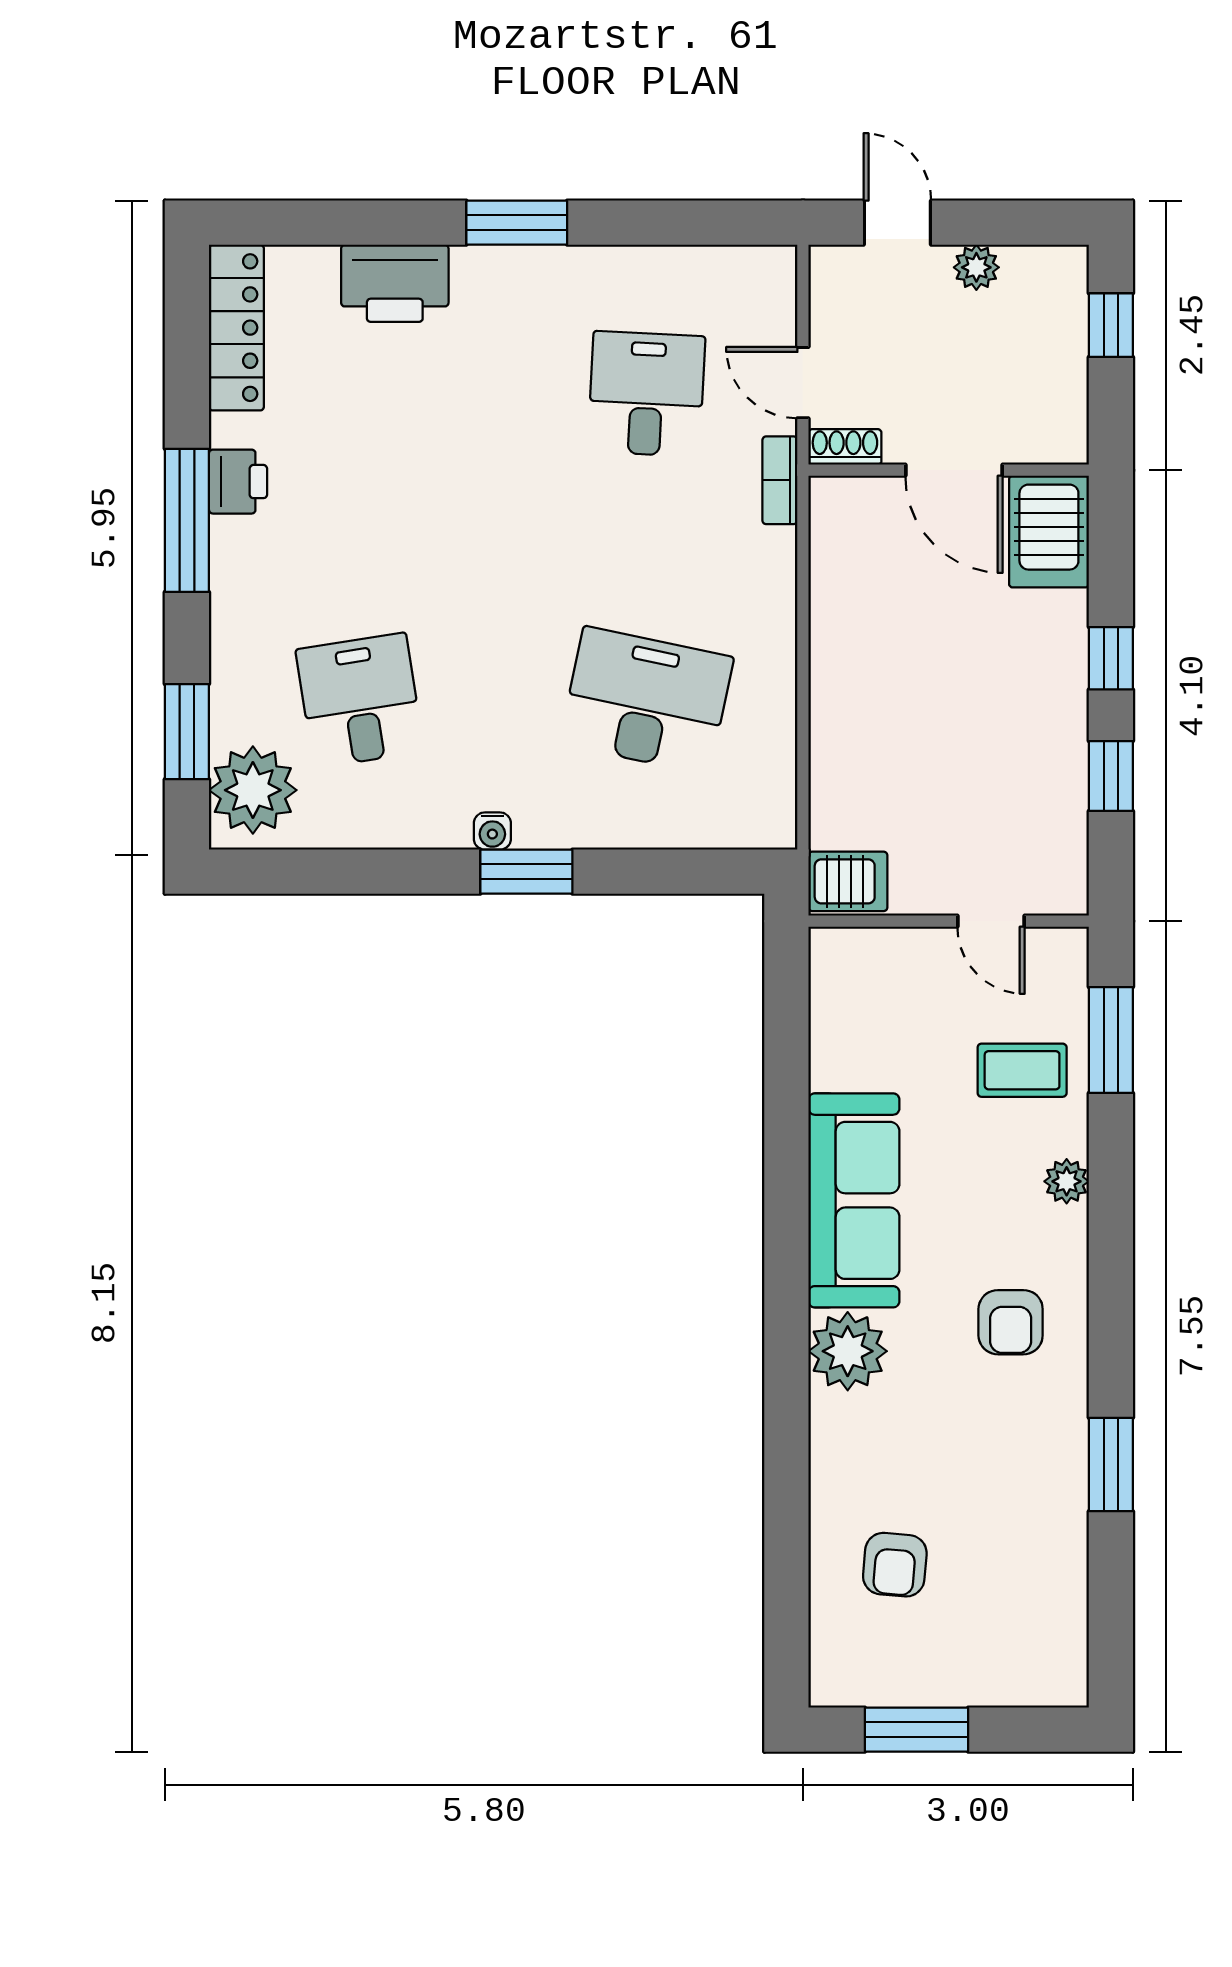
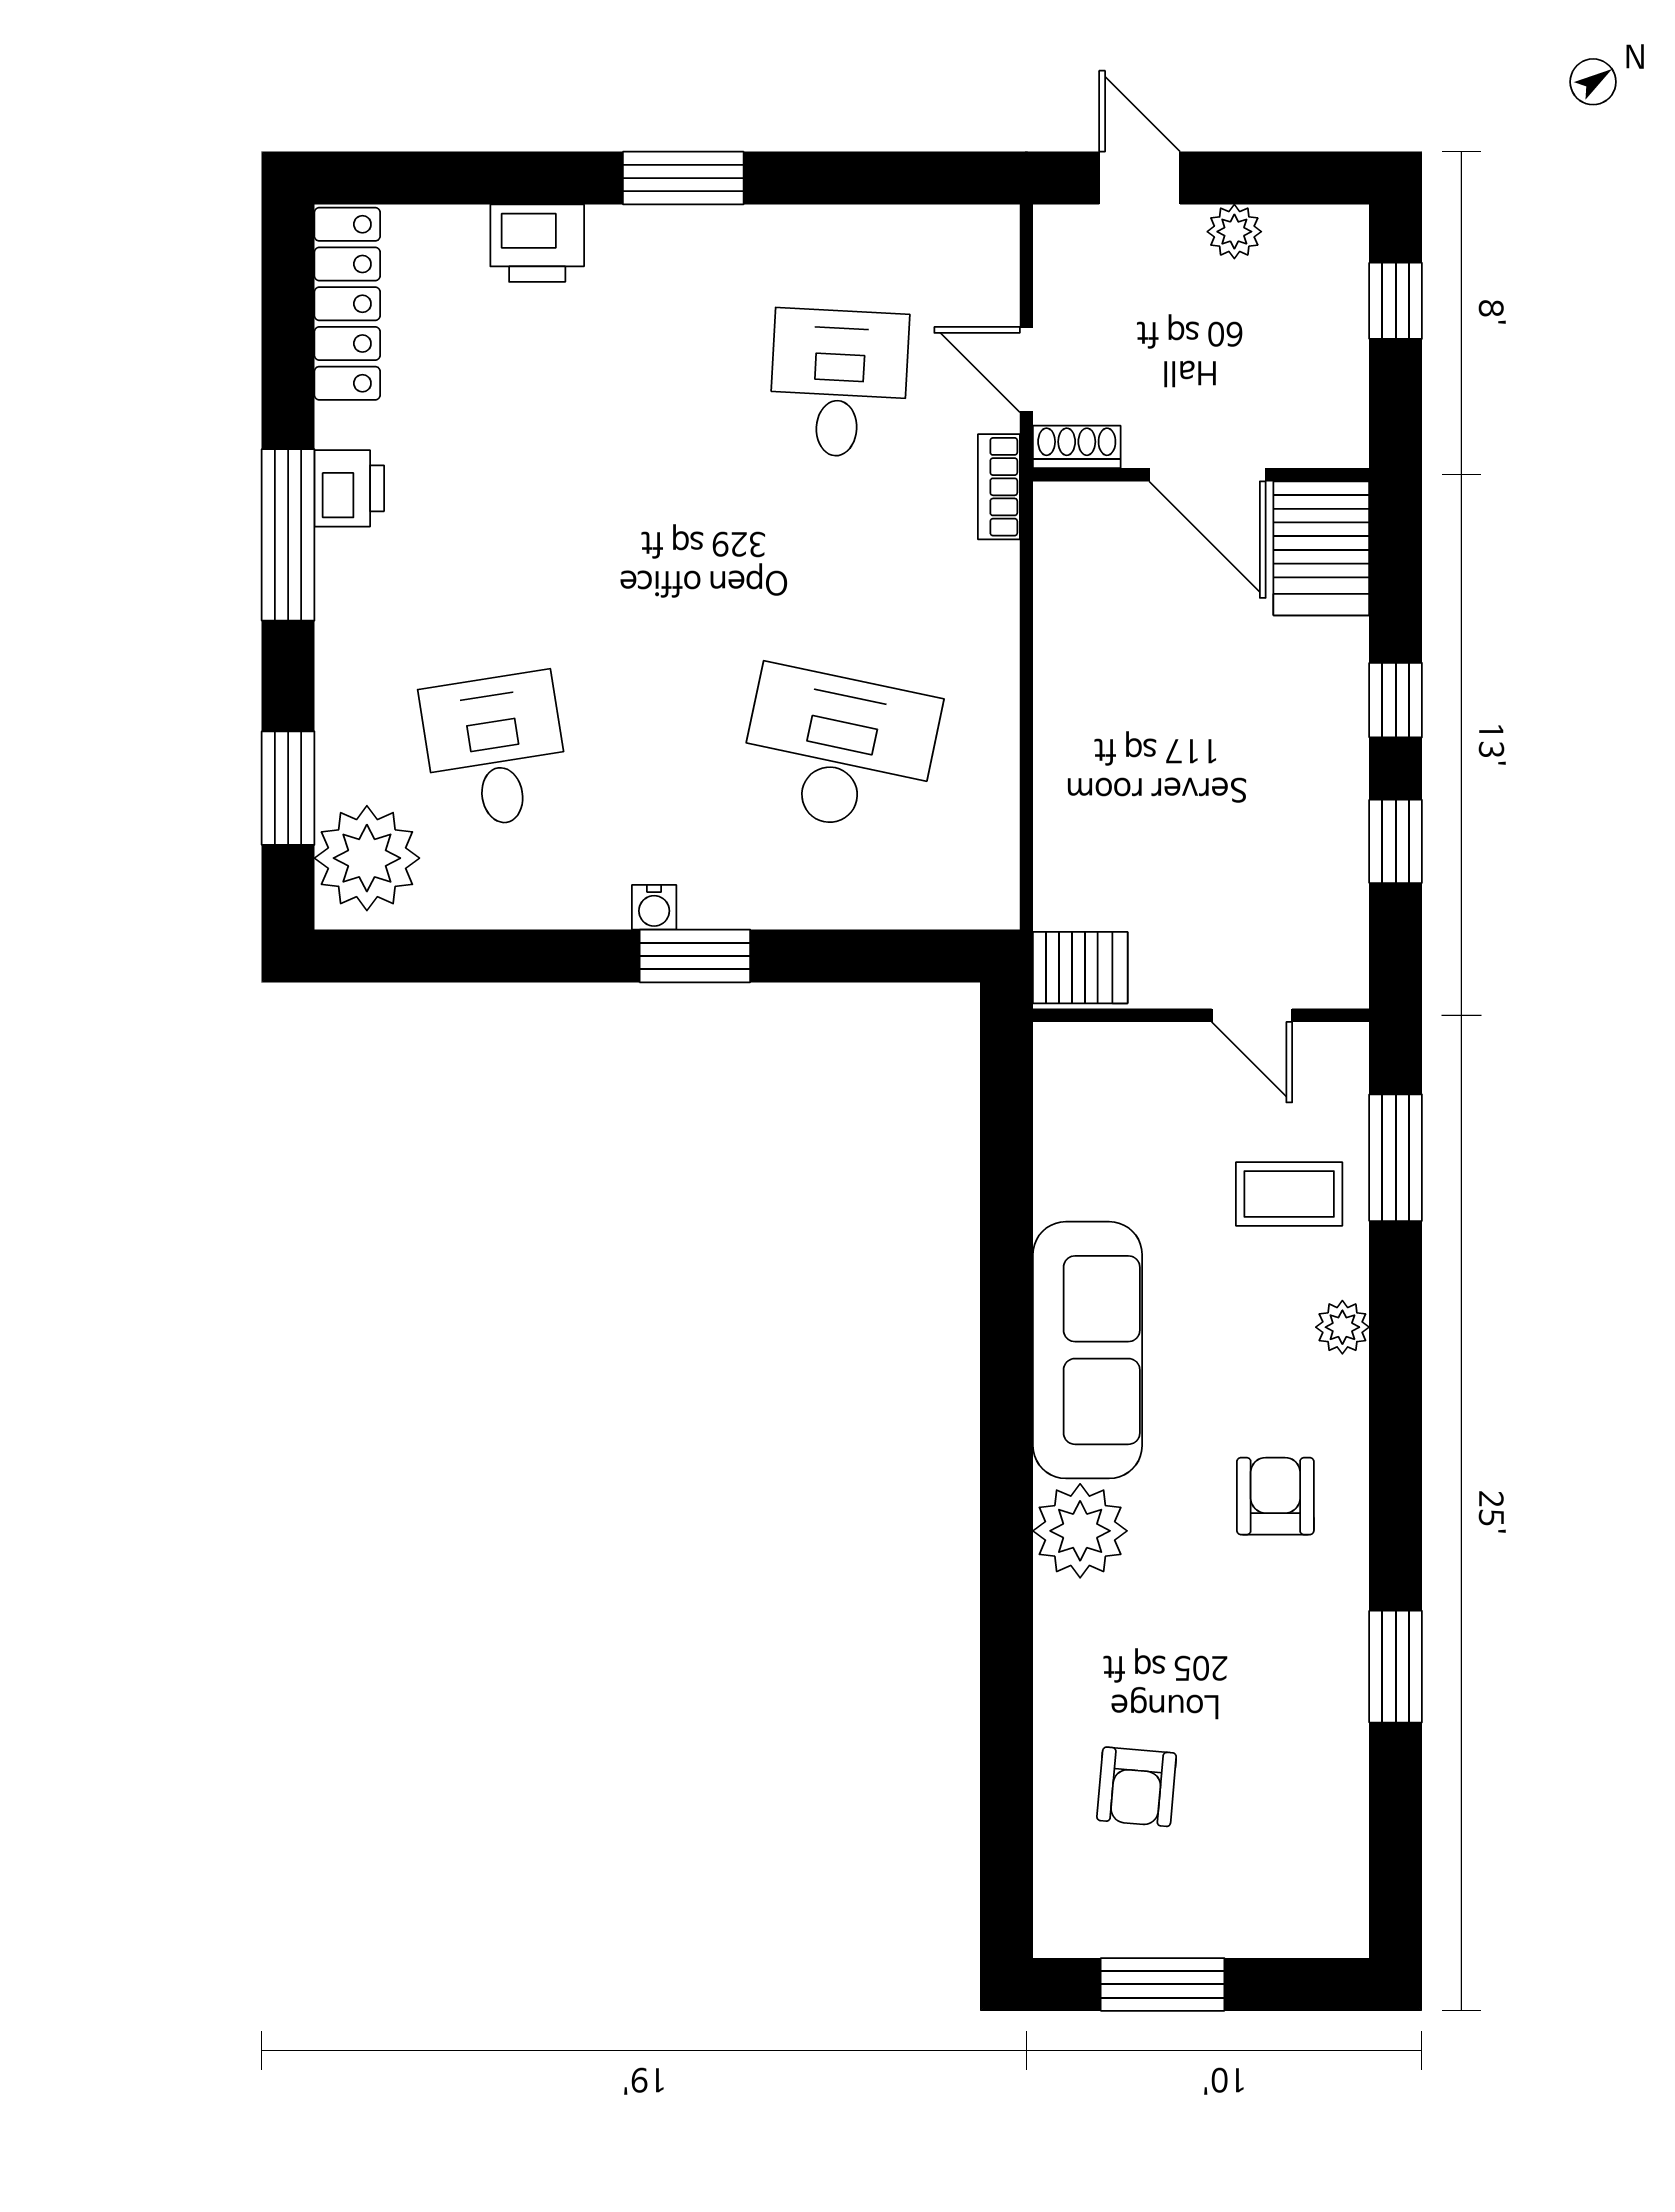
printer: (395, 283) -> (537, 243), width x0.73, depth x0.84
armchair: (1011, 1322) -> (1275, 1496), turned 180

